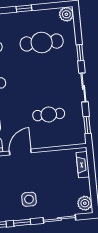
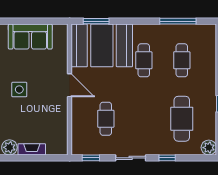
fireplace: (83, 165) -> (32, 149), moved

